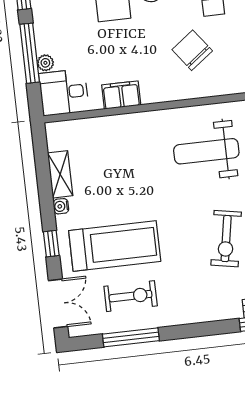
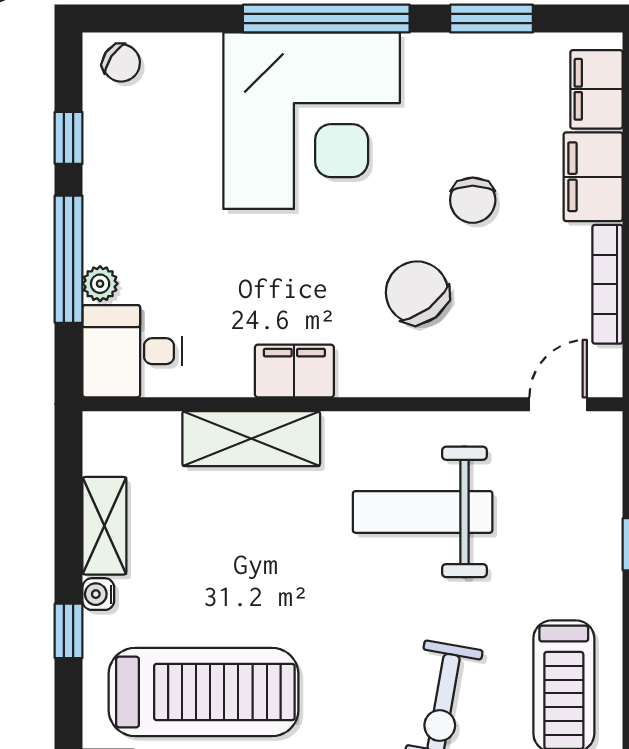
filing cabinet: (121, 95) -> (294, 371), moved
shelving: (123, 126) -> (251, 439), added
window: (51, 244) -> (69, 631), moved

